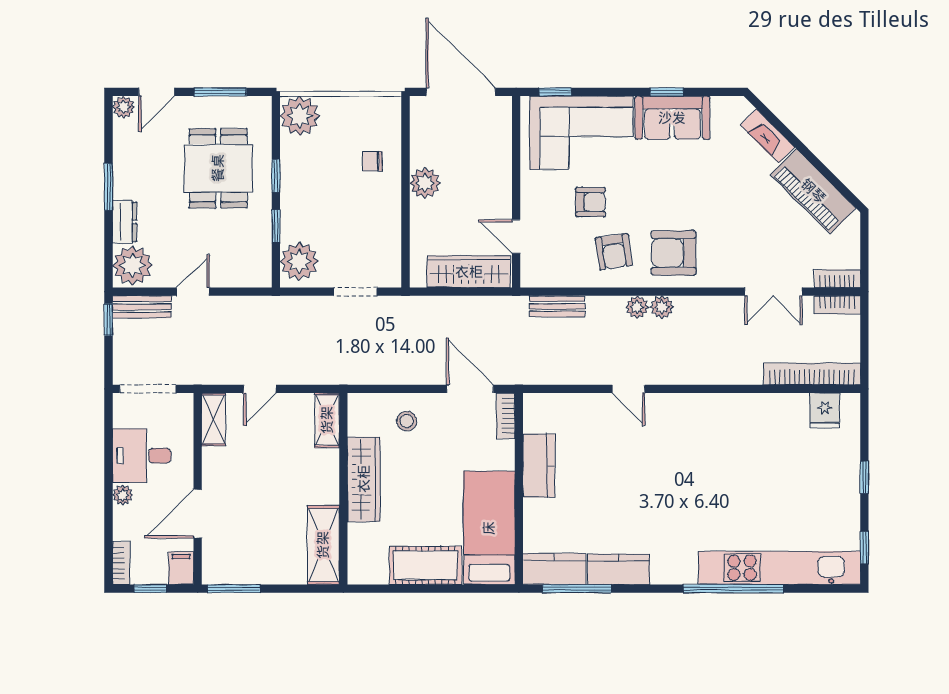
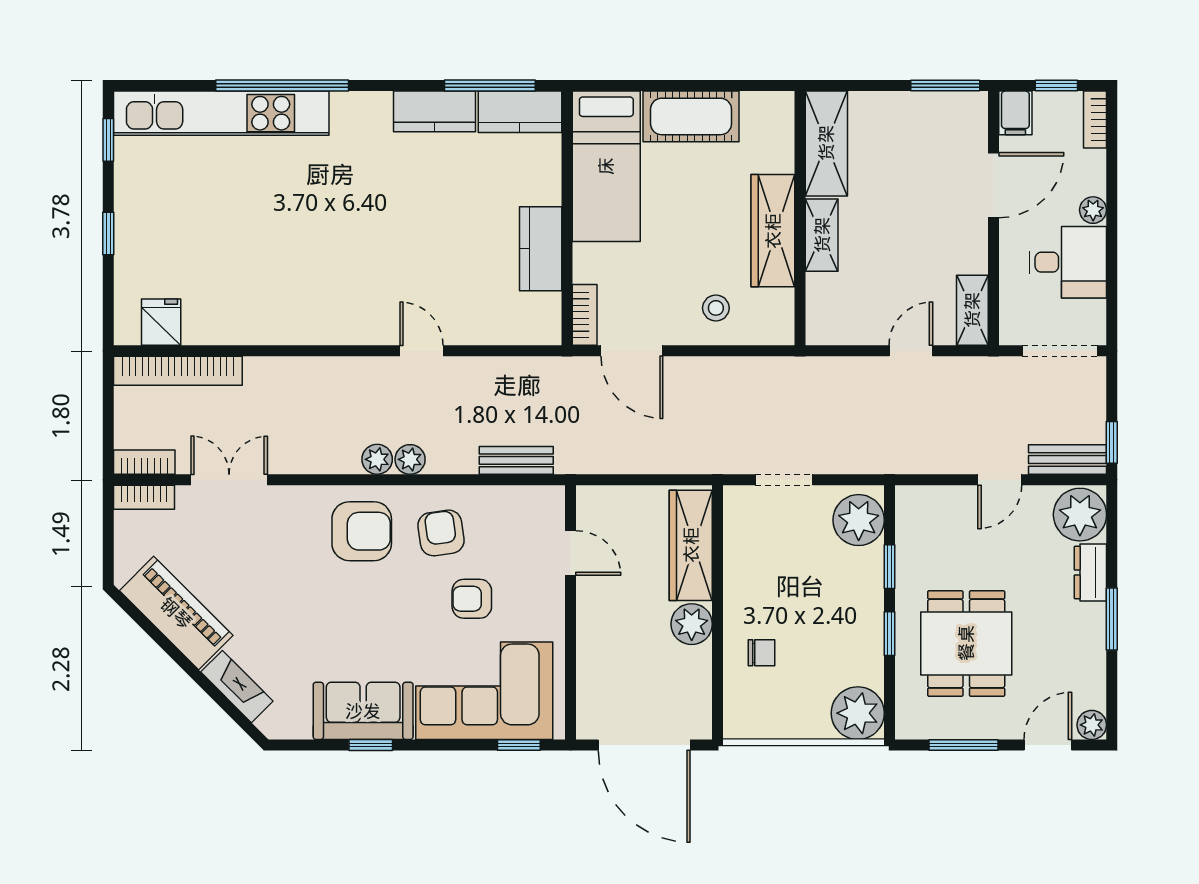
wardrobe: (469, 272) -> (691, 545), moved, turned 90
shelving: (327, 420) -> (822, 235), moved

